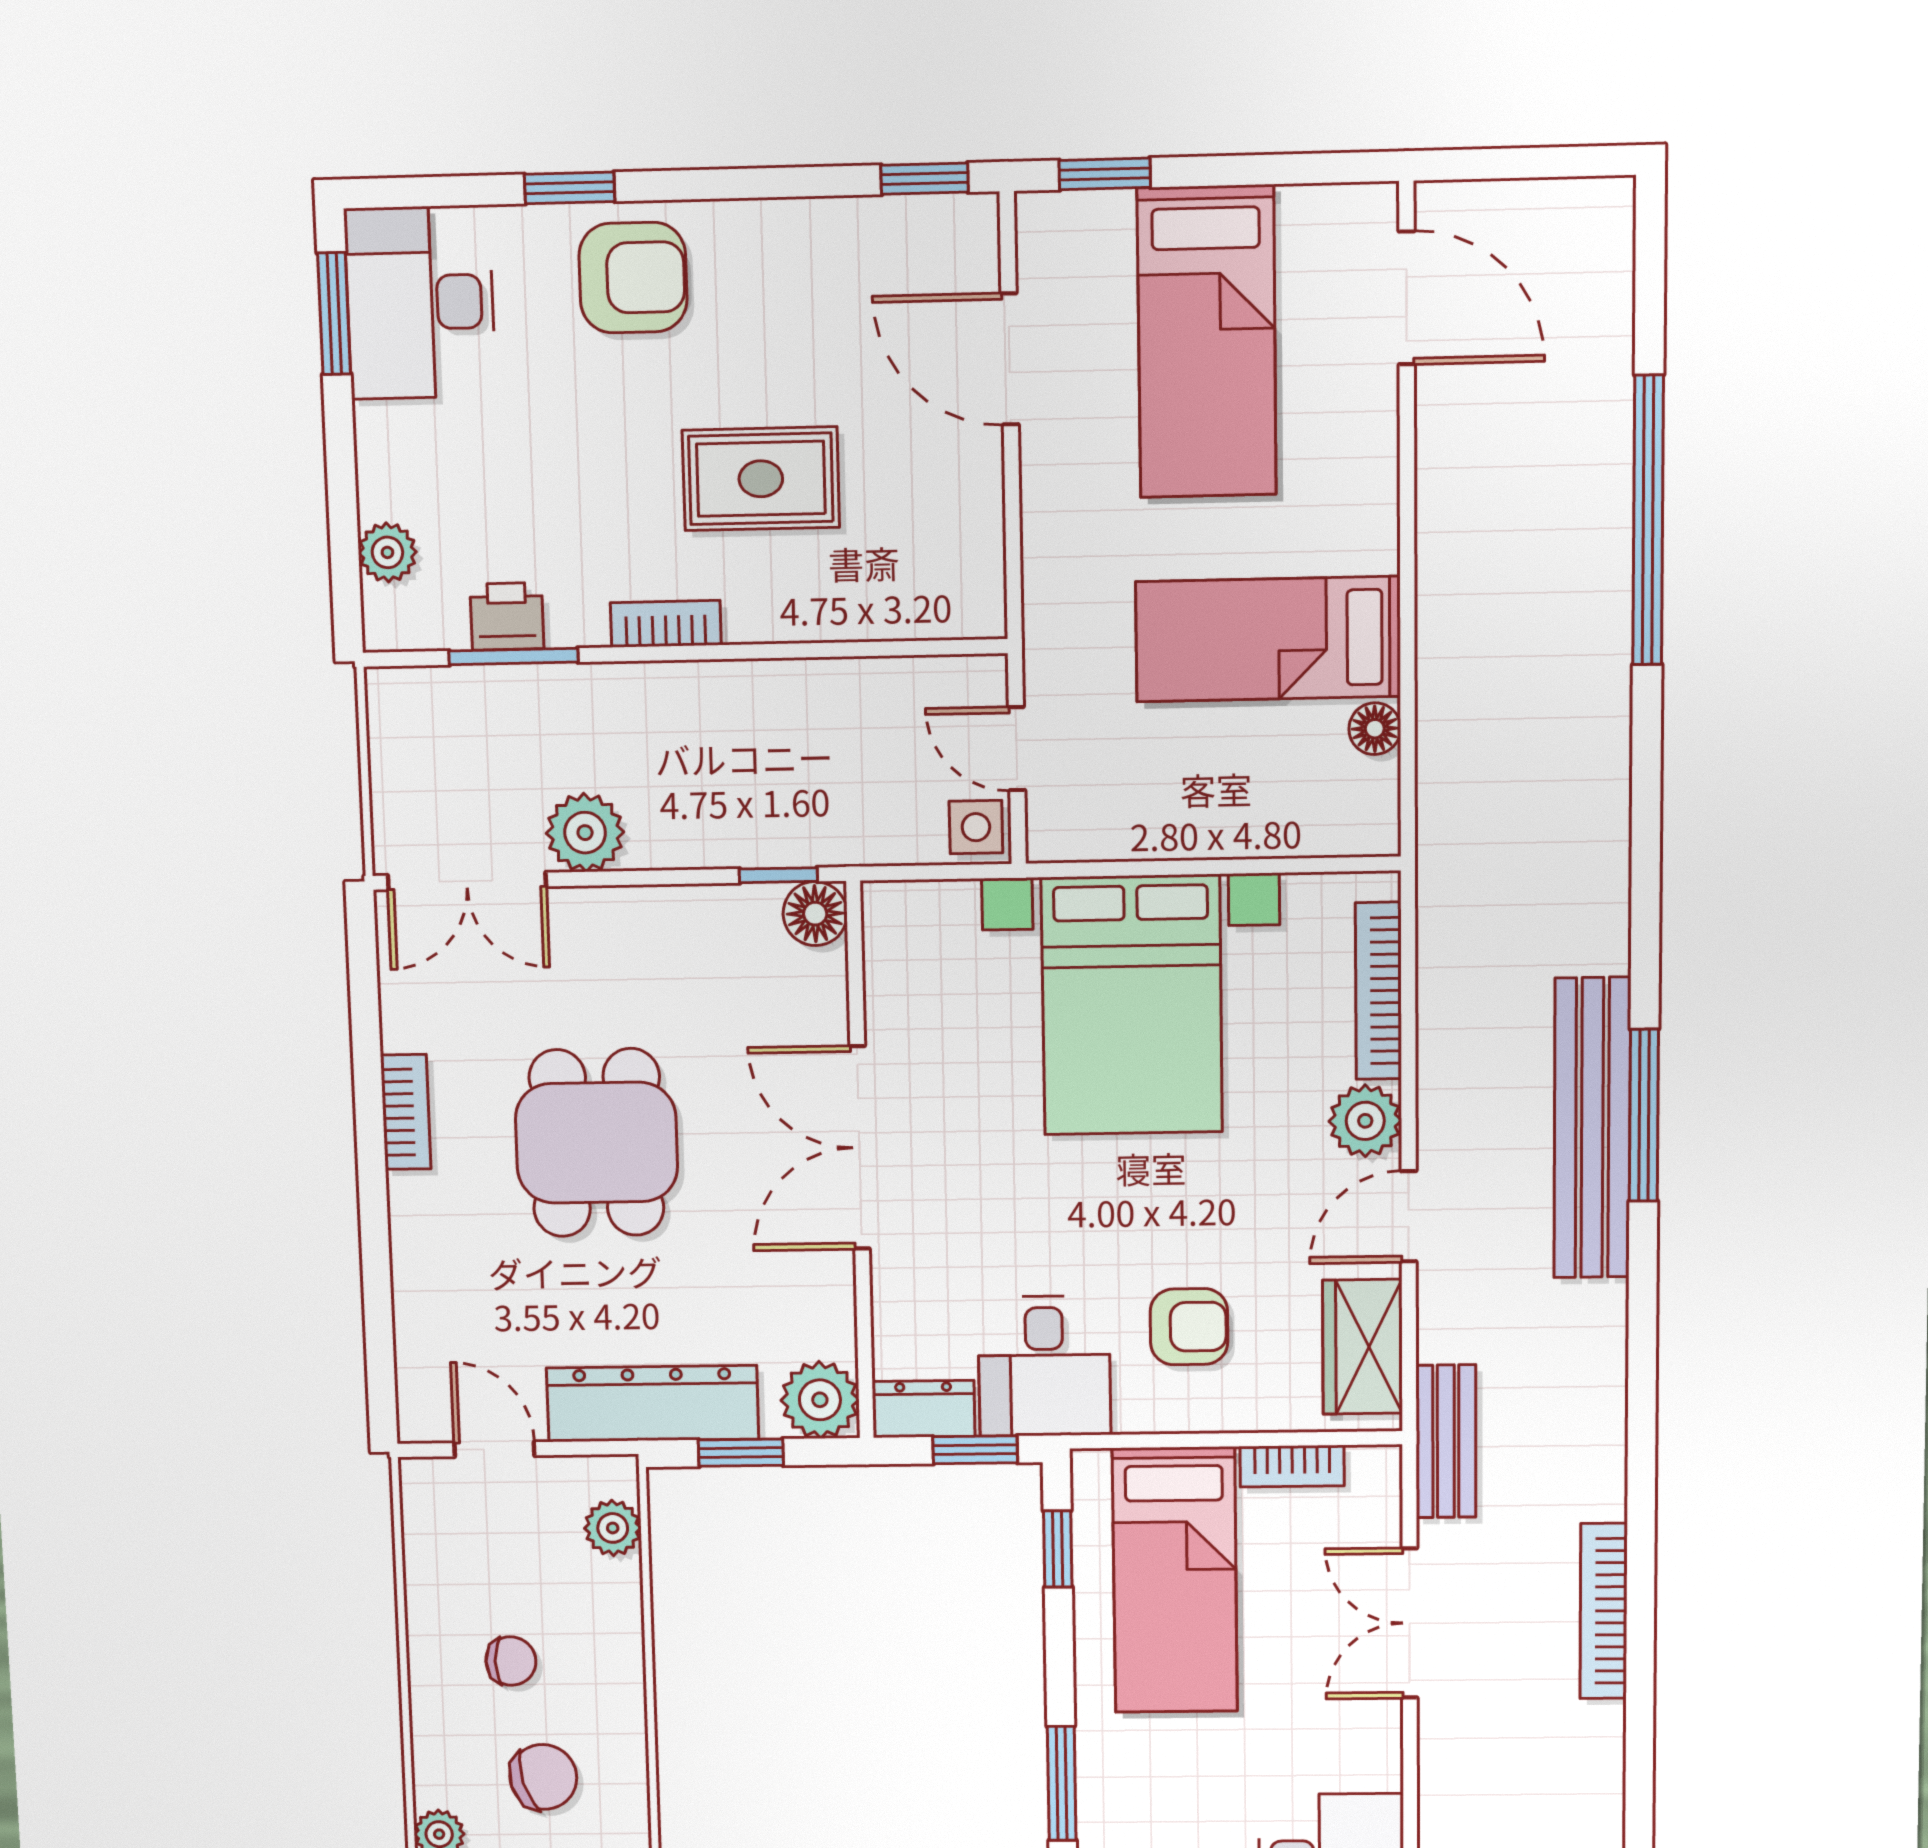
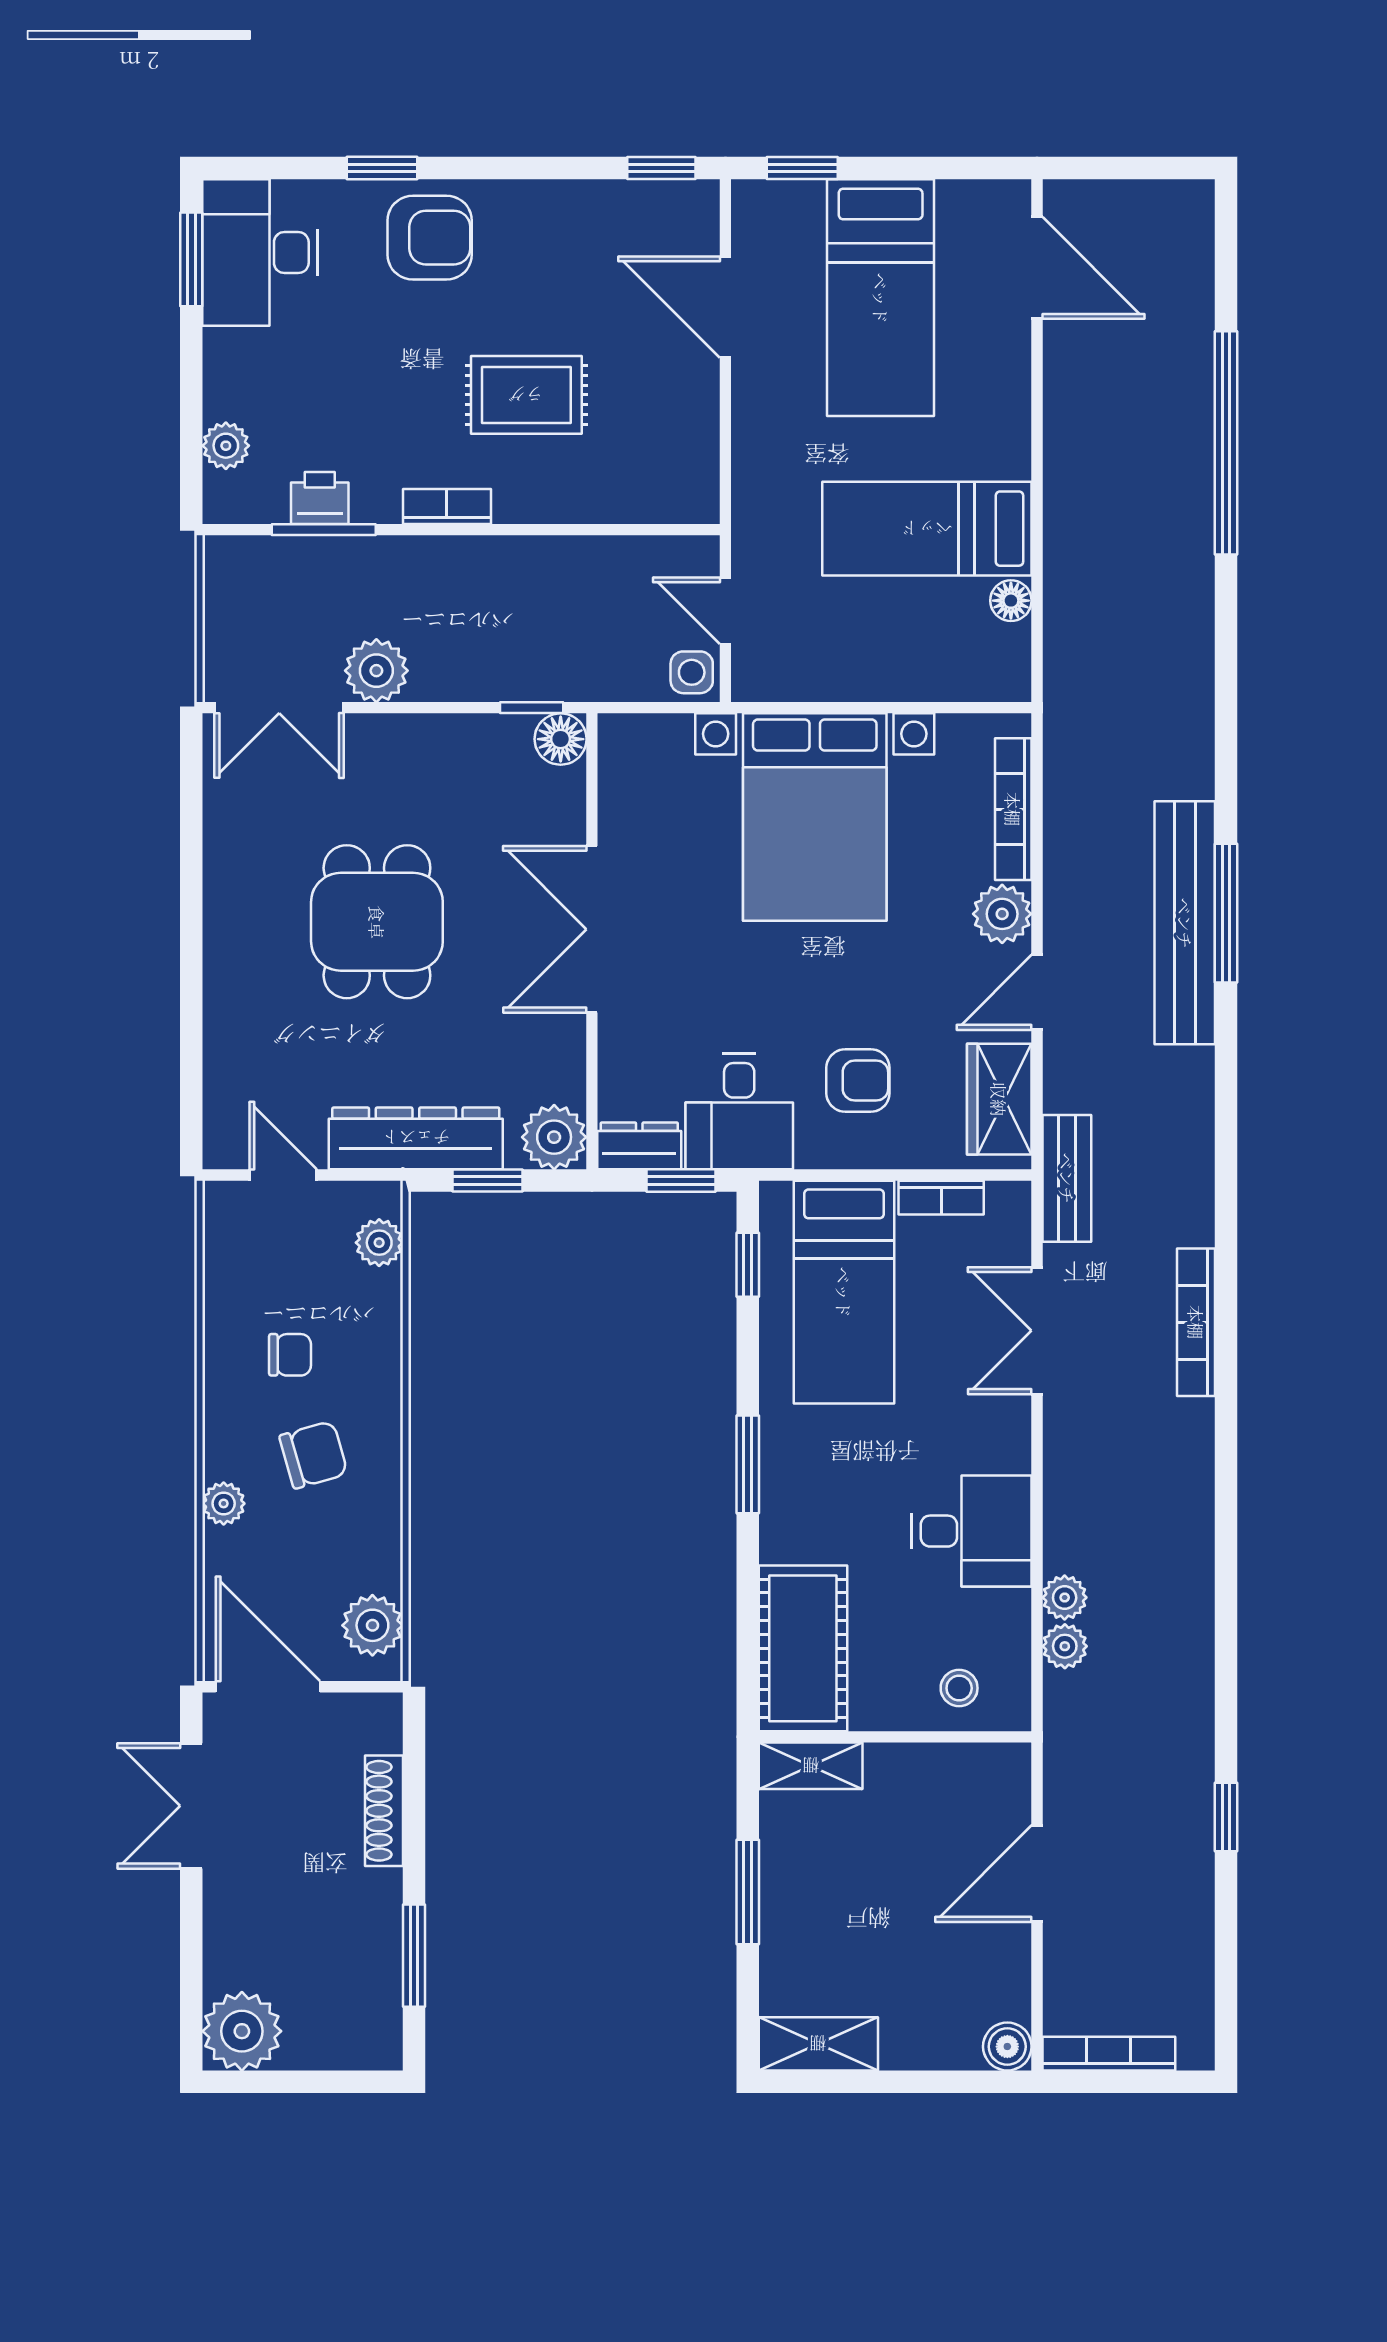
bookcase: (406, 1112) -> (221, 894), removed

